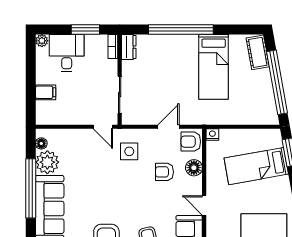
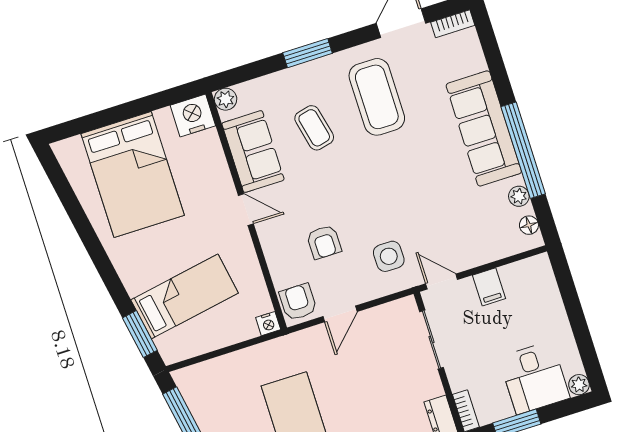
filing cabinet: (46, 92) -> (489, 287), moved, turned -90
armchair: (191, 142) -> (298, 302), turned -90
plant: (47, 162) -> (519, 196), width x0.53, depth x0.53
floor lamp: (194, 168) -> (280, 263), removed
armchair: (164, 172) -> (324, 242), turned 90

